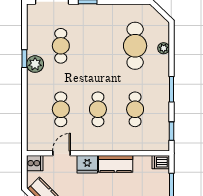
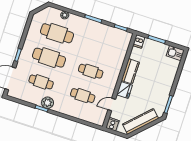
cafe table: (135, 109) -> (49, 58), moved, width x1.37, depth x1.35
door: (61, 153) -> (112, 105), hinge flipped

